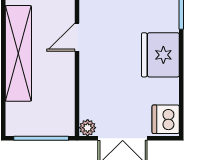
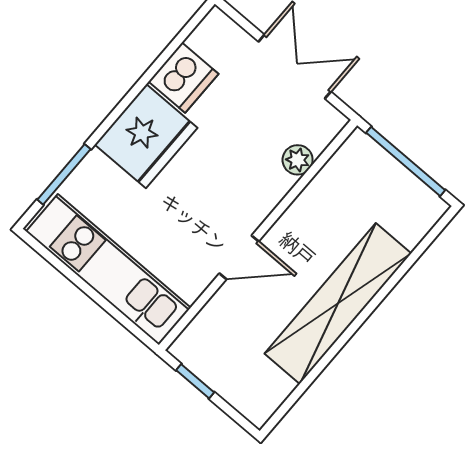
dishwasher: (166, 119) -> (183, 78), moved
plant: (88, 128) -> (298, 160), moved

